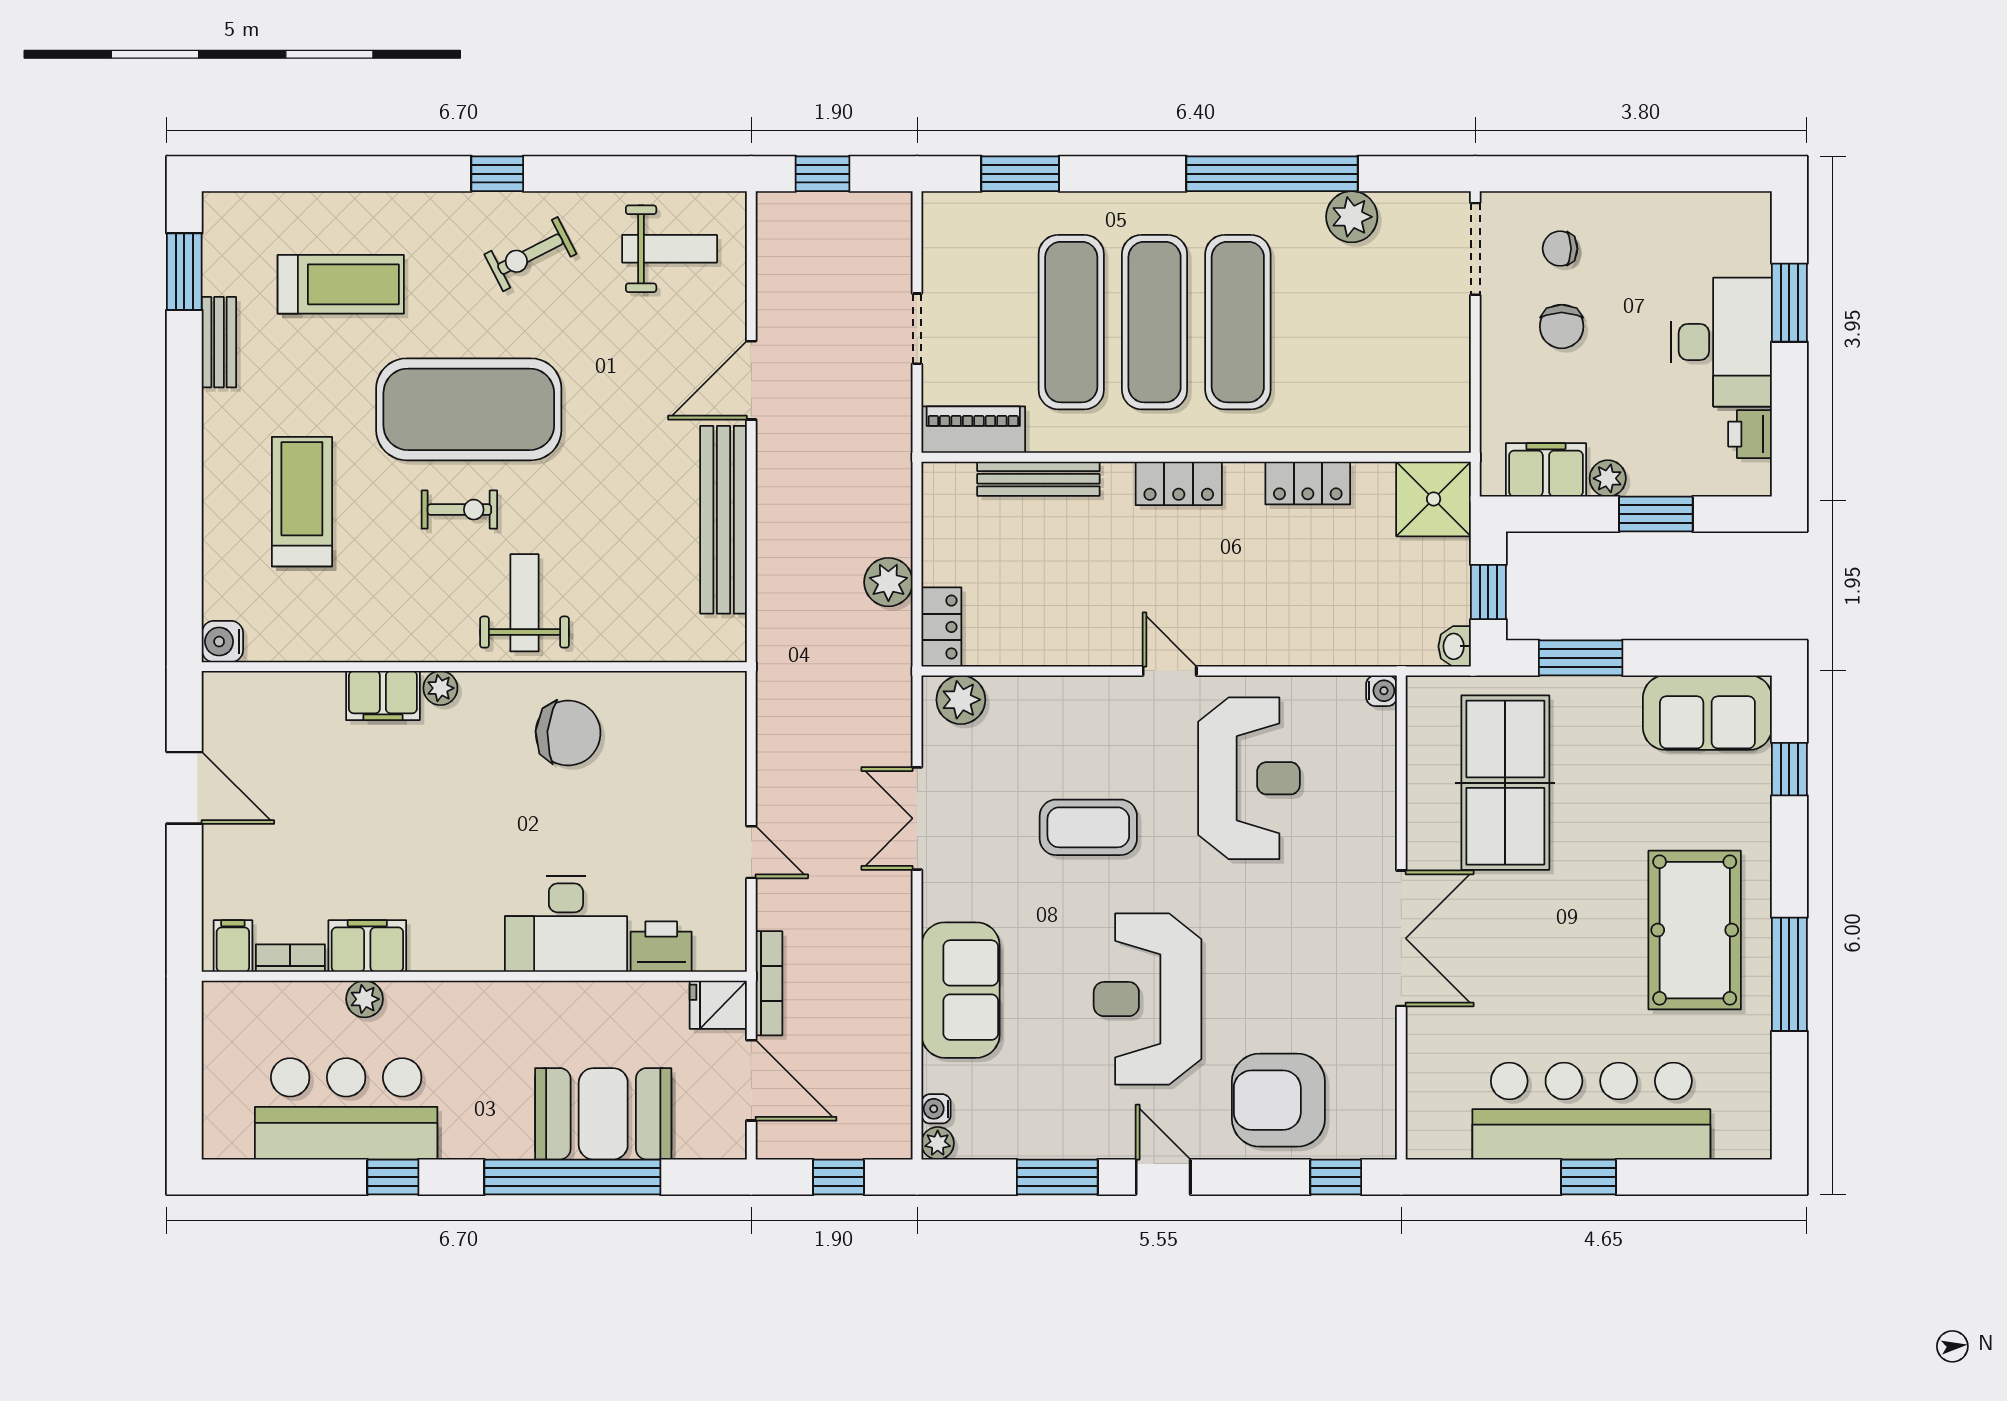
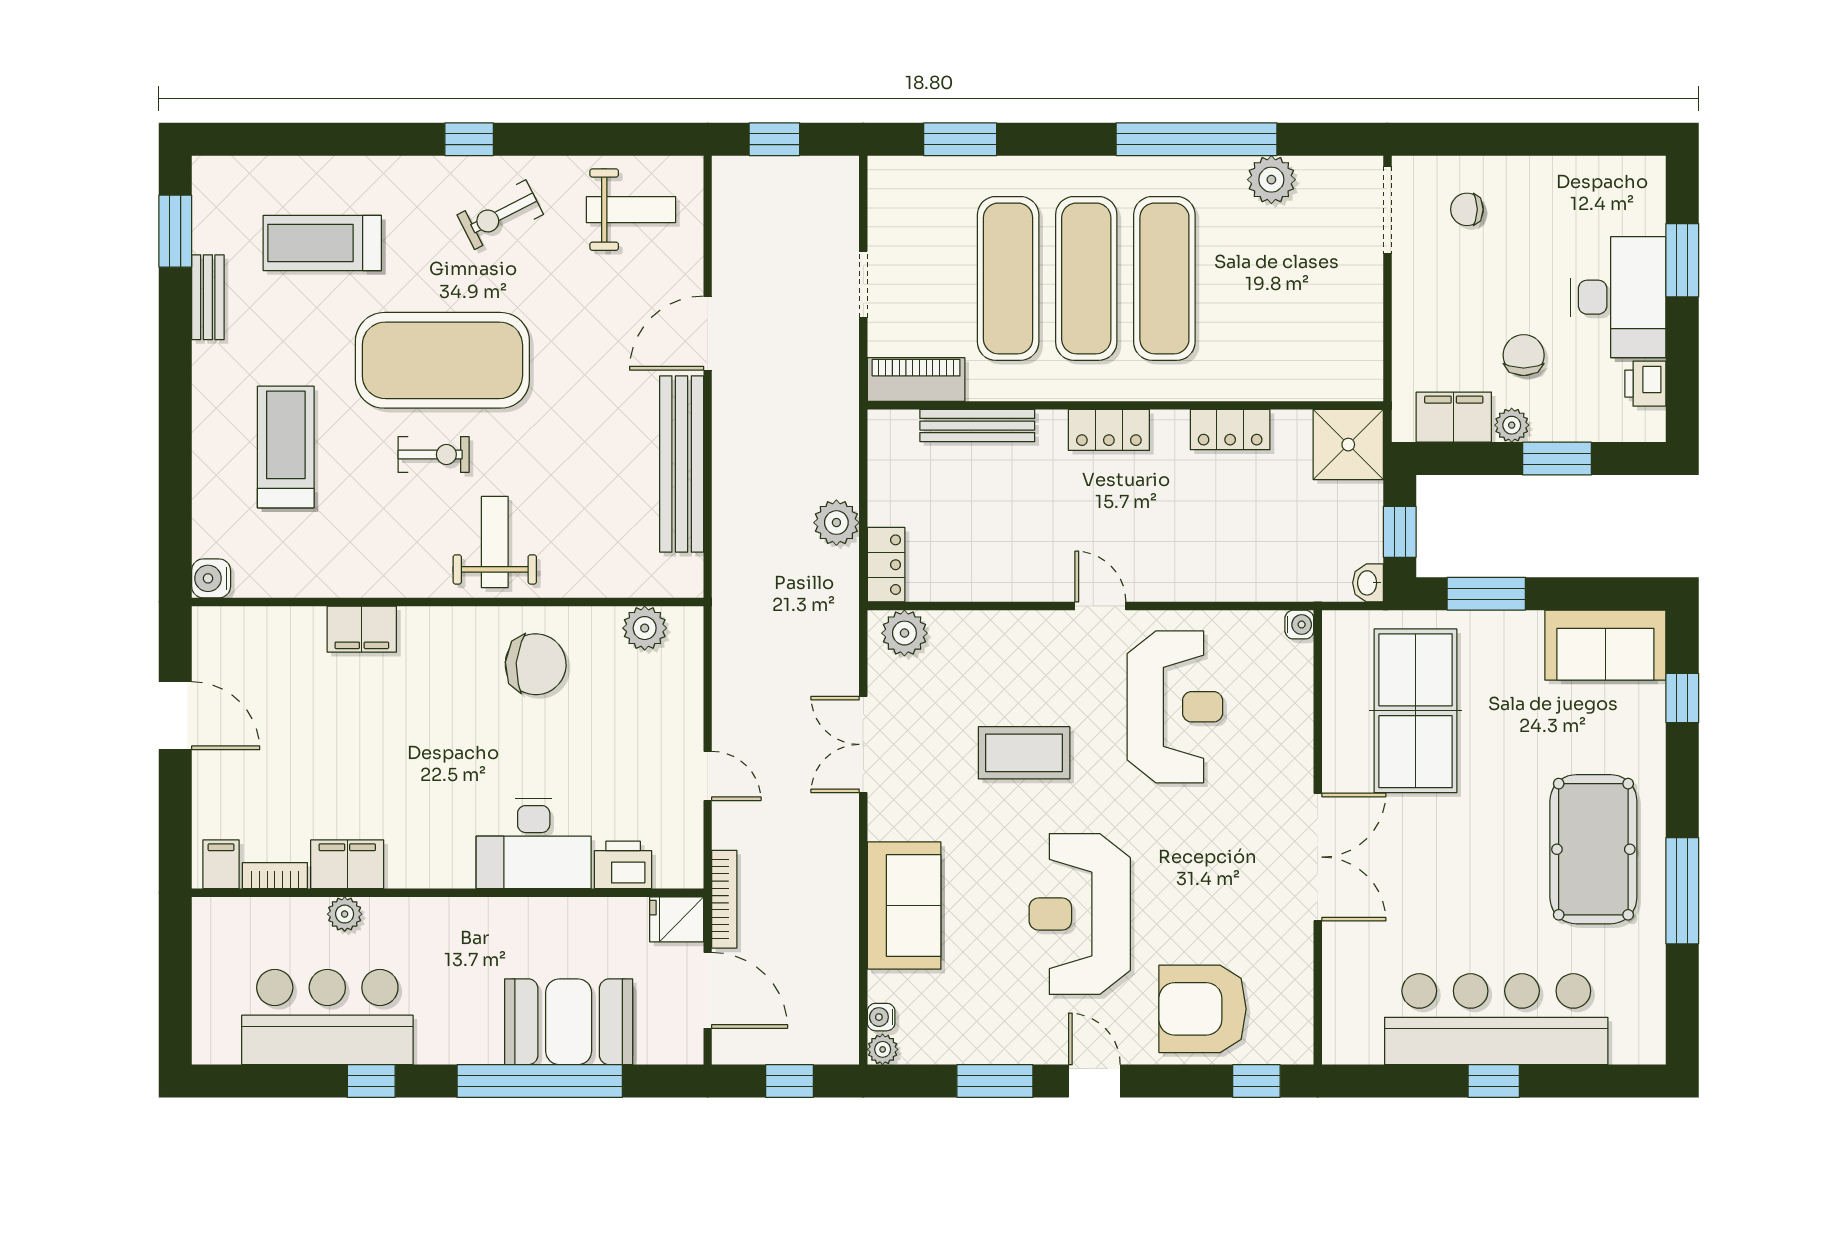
treadmill: (341, 284) -> (322, 243), turned 180
chair: (1562, 326) -> (1524, 355), moved, turned 180
plant: (440, 688) -> (645, 628), moved, width x1.38, depth x1.38

